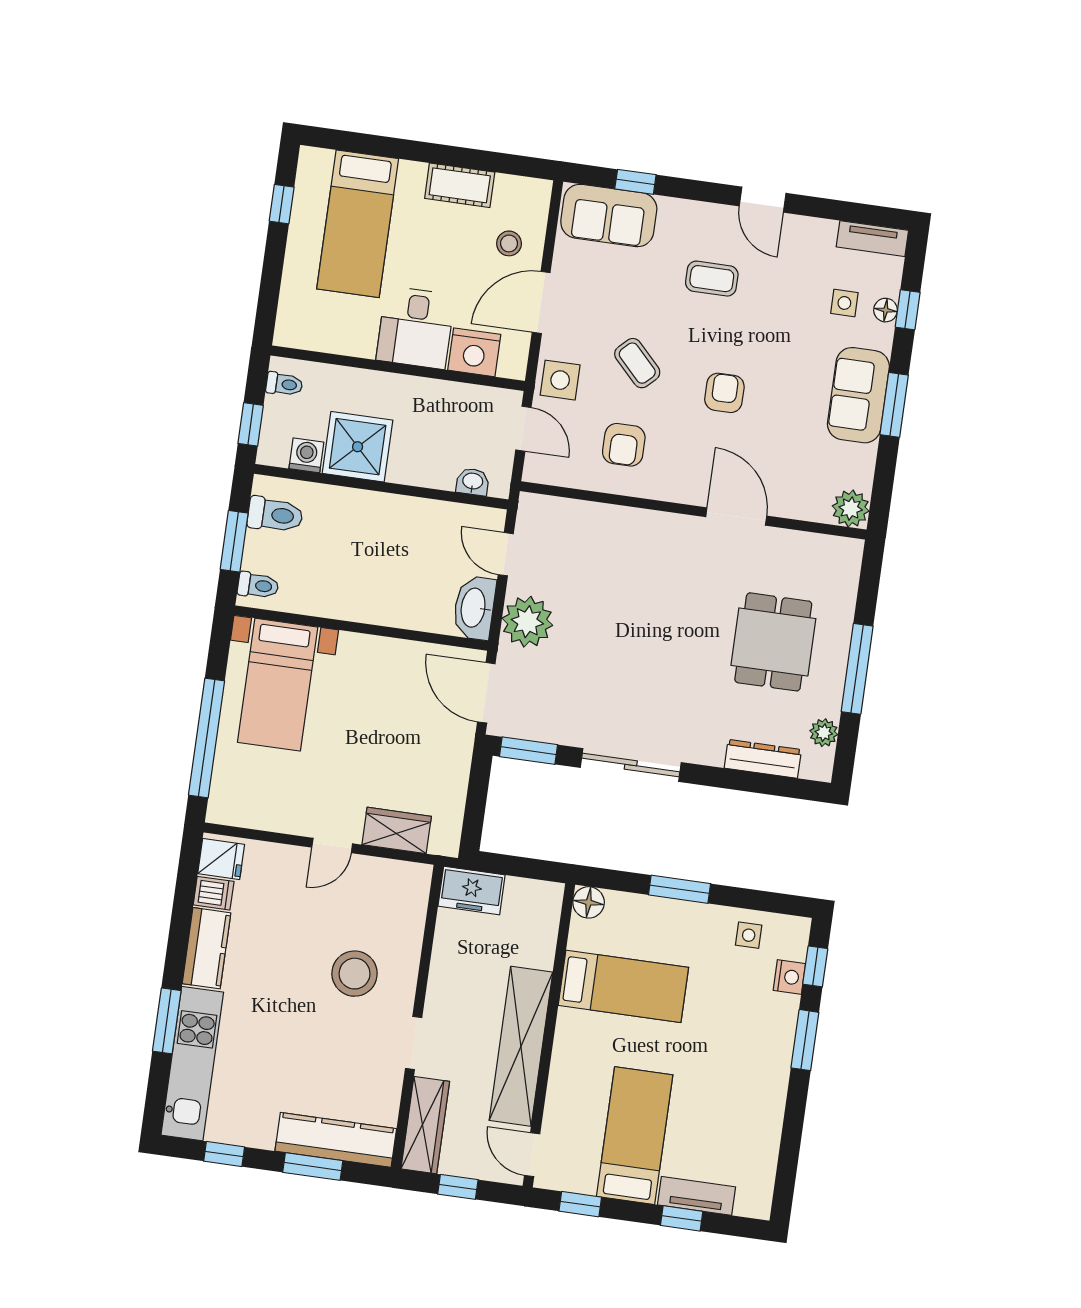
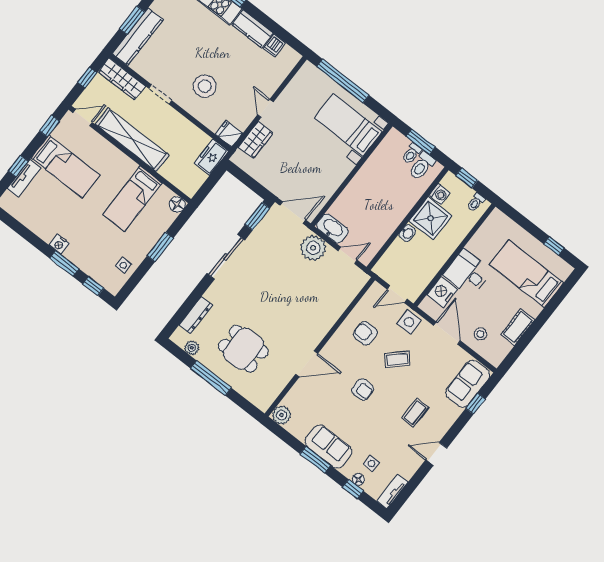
washbasin: (473, 482) -> (407, 233), moved
toilet: (258, 585) -> (412, 154), moved
fridge: (221, 859) -> (229, 134), moved, turned 90
nightstand: (789, 977) -> (59, 244), moved

